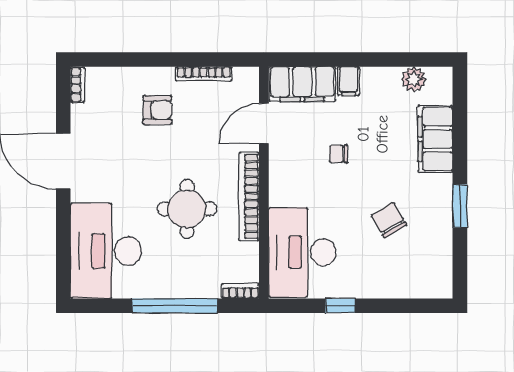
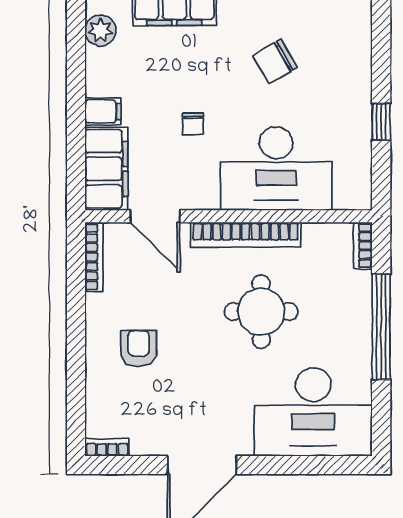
bookcase: (204, 74) -> (94, 257), moved
desk: (302, 252) -> (276, 169), moved

